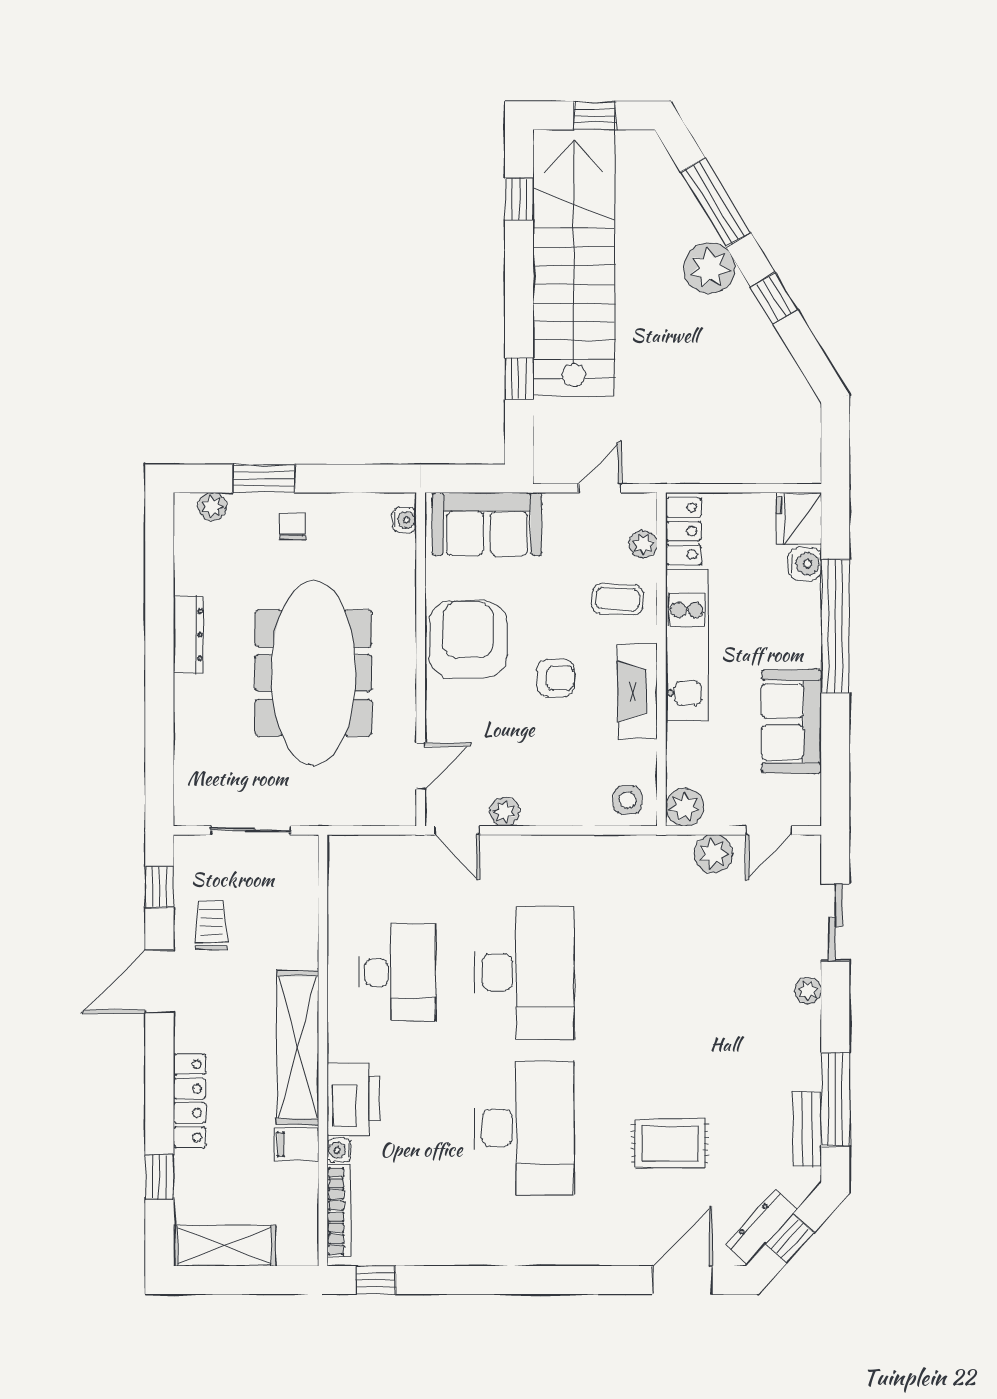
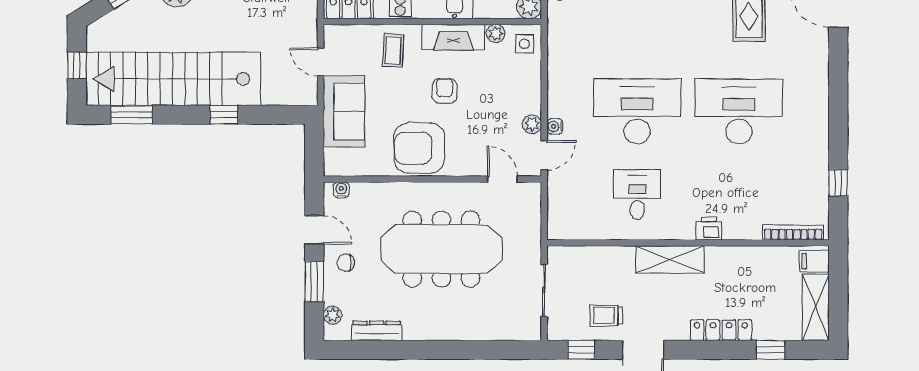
window: (519, 199) -> (132, 115), width x1.50
window: (519, 378) -> (224, 115), moved
door: (343, 478) -> (314, 230), added
sofa: (487, 524) -> (344, 111), moved
plant: (643, 544) -> (496, 34), moved
dresser: (188, 635) -> (377, 331), moved
desk: (397, 973) -> (637, 194), width x0.73
shelving: (298, 1047) -> (670, 259), width x0.68
printer: (353, 1099) -> (709, 229), width x0.53, depth x0.68
filing cabinet: (296, 1144) -> (814, 261), moved, turned 90
water cooler: (339, 1150) -> (555, 126), moved, turned 90
window: (376, 1280) -> (838, 183), moved

